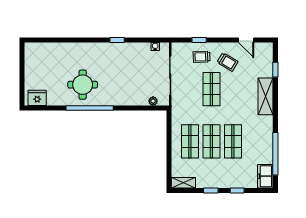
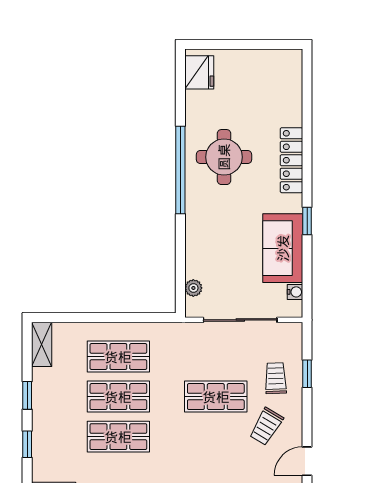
locker: (84, 48) -> (291, 160), added
sofa: (132, 53) -> (283, 248), added

